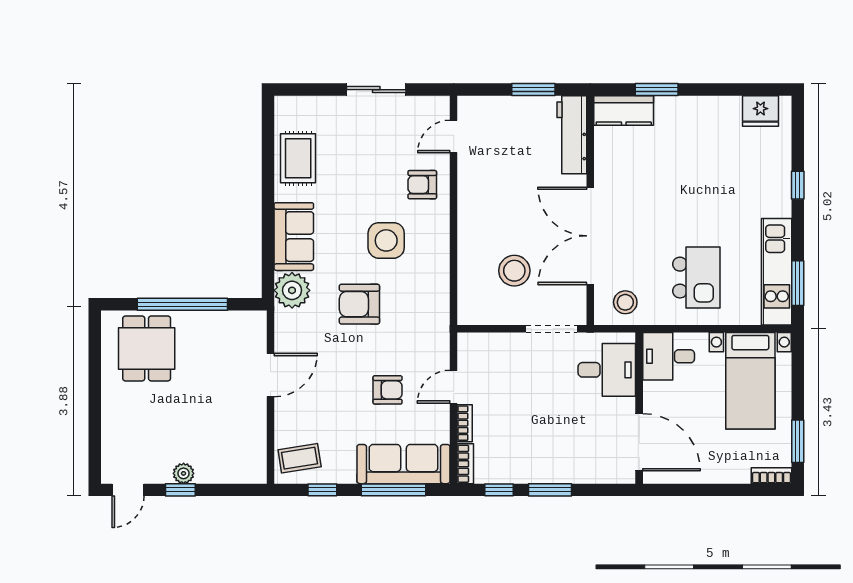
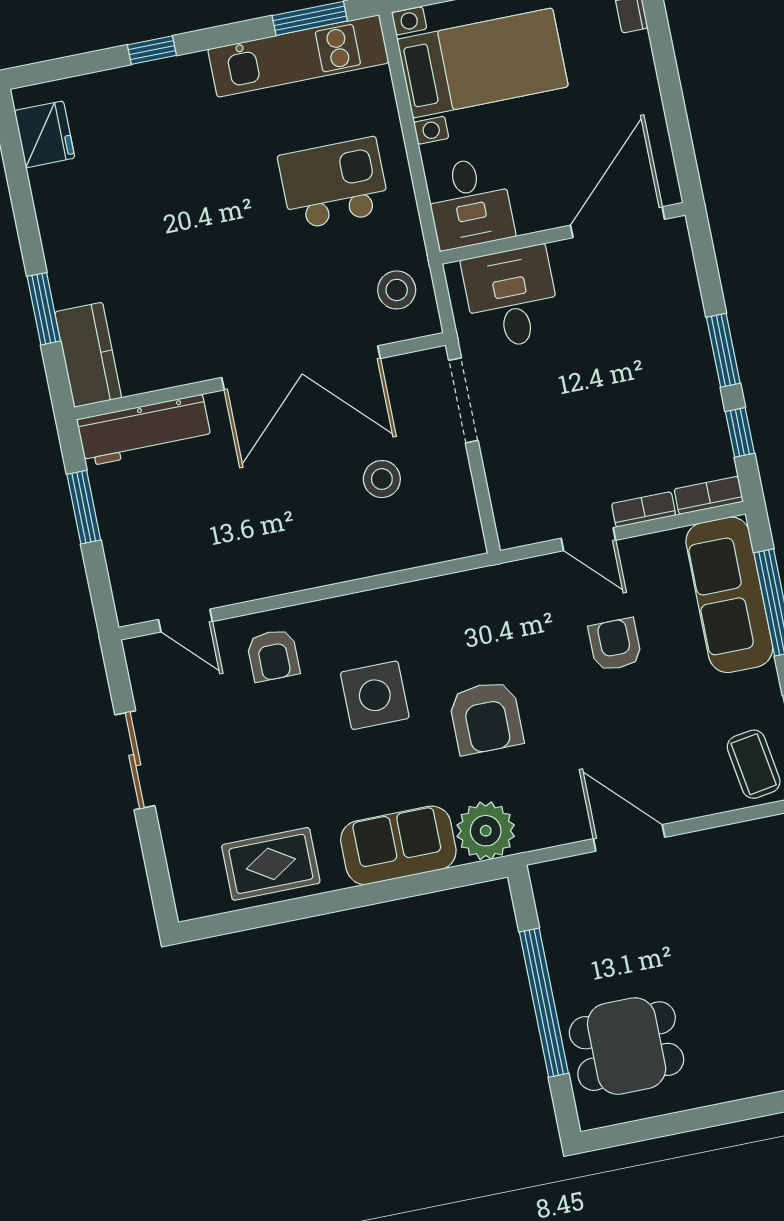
stool: (514, 271) -> (382, 479), width x0.73, depth x0.73

